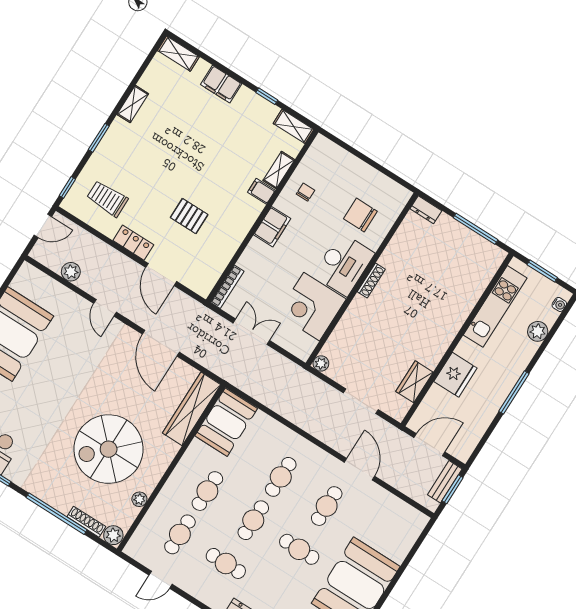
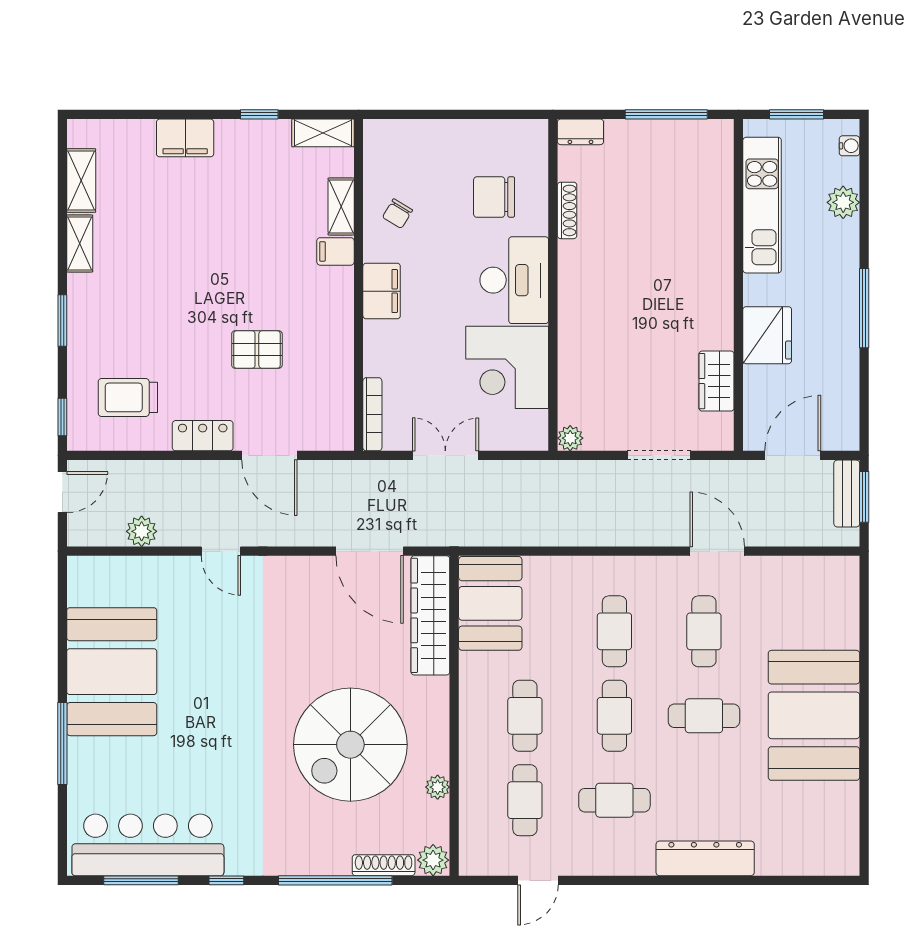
shelving: (178, 54) -> (81, 181), moved, turned 90
chair: (305, 192) -> (398, 214), turned -149
shoe rack: (371, 281) -> (567, 210), moved
door: (161, 343) -> (370, 551), moved

